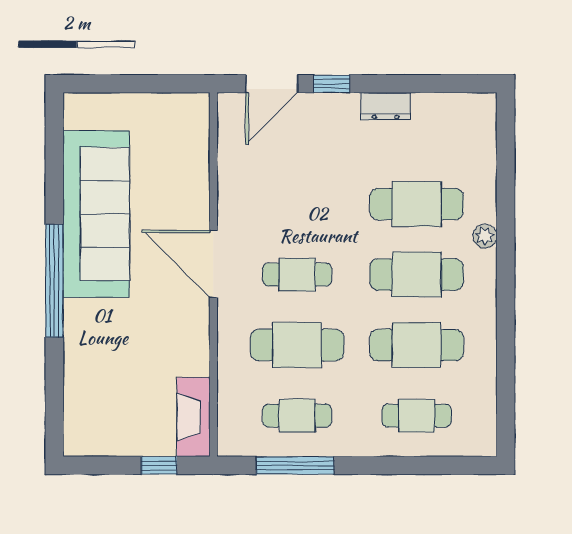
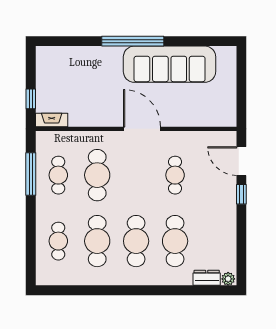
dresser: (386, 106) -> (207, 278), moved, turned 90
plant: (485, 236) -> (228, 279), moved
door: (213, 264) -> (142, 129), hinge flipped
cafe table: (297, 275) -> (175, 175), moved
fireplace: (193, 417) -> (52, 120), width x0.73, depth x0.76

